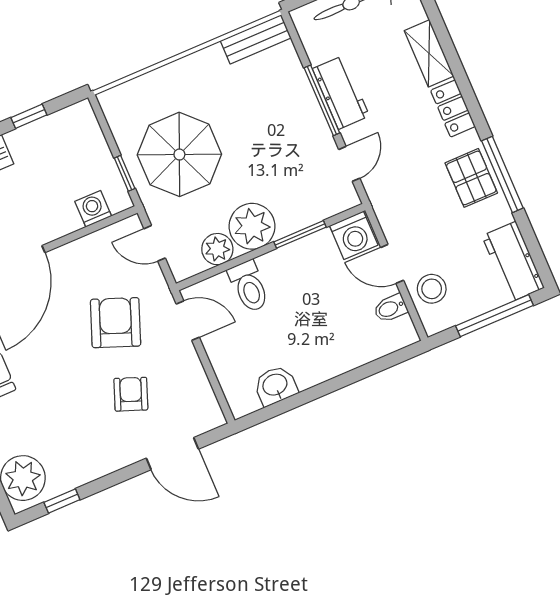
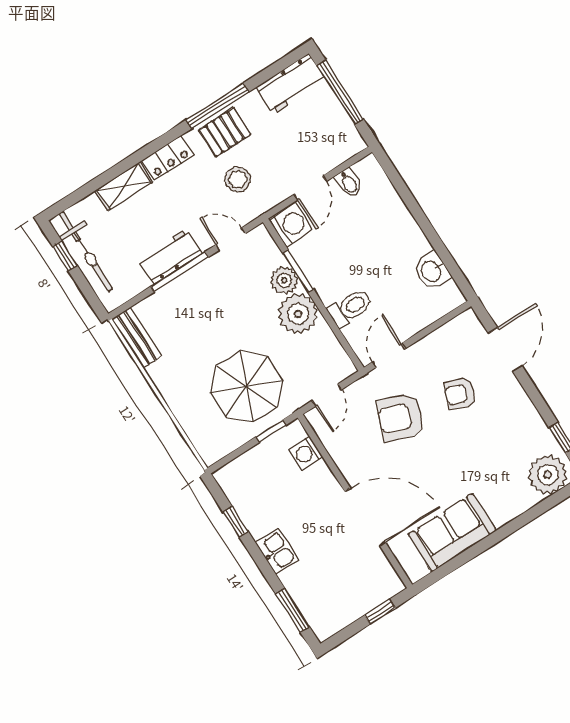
plant: (217, 249) -> (284, 280), moved
stool: (432, 289) -> (238, 179), moved

